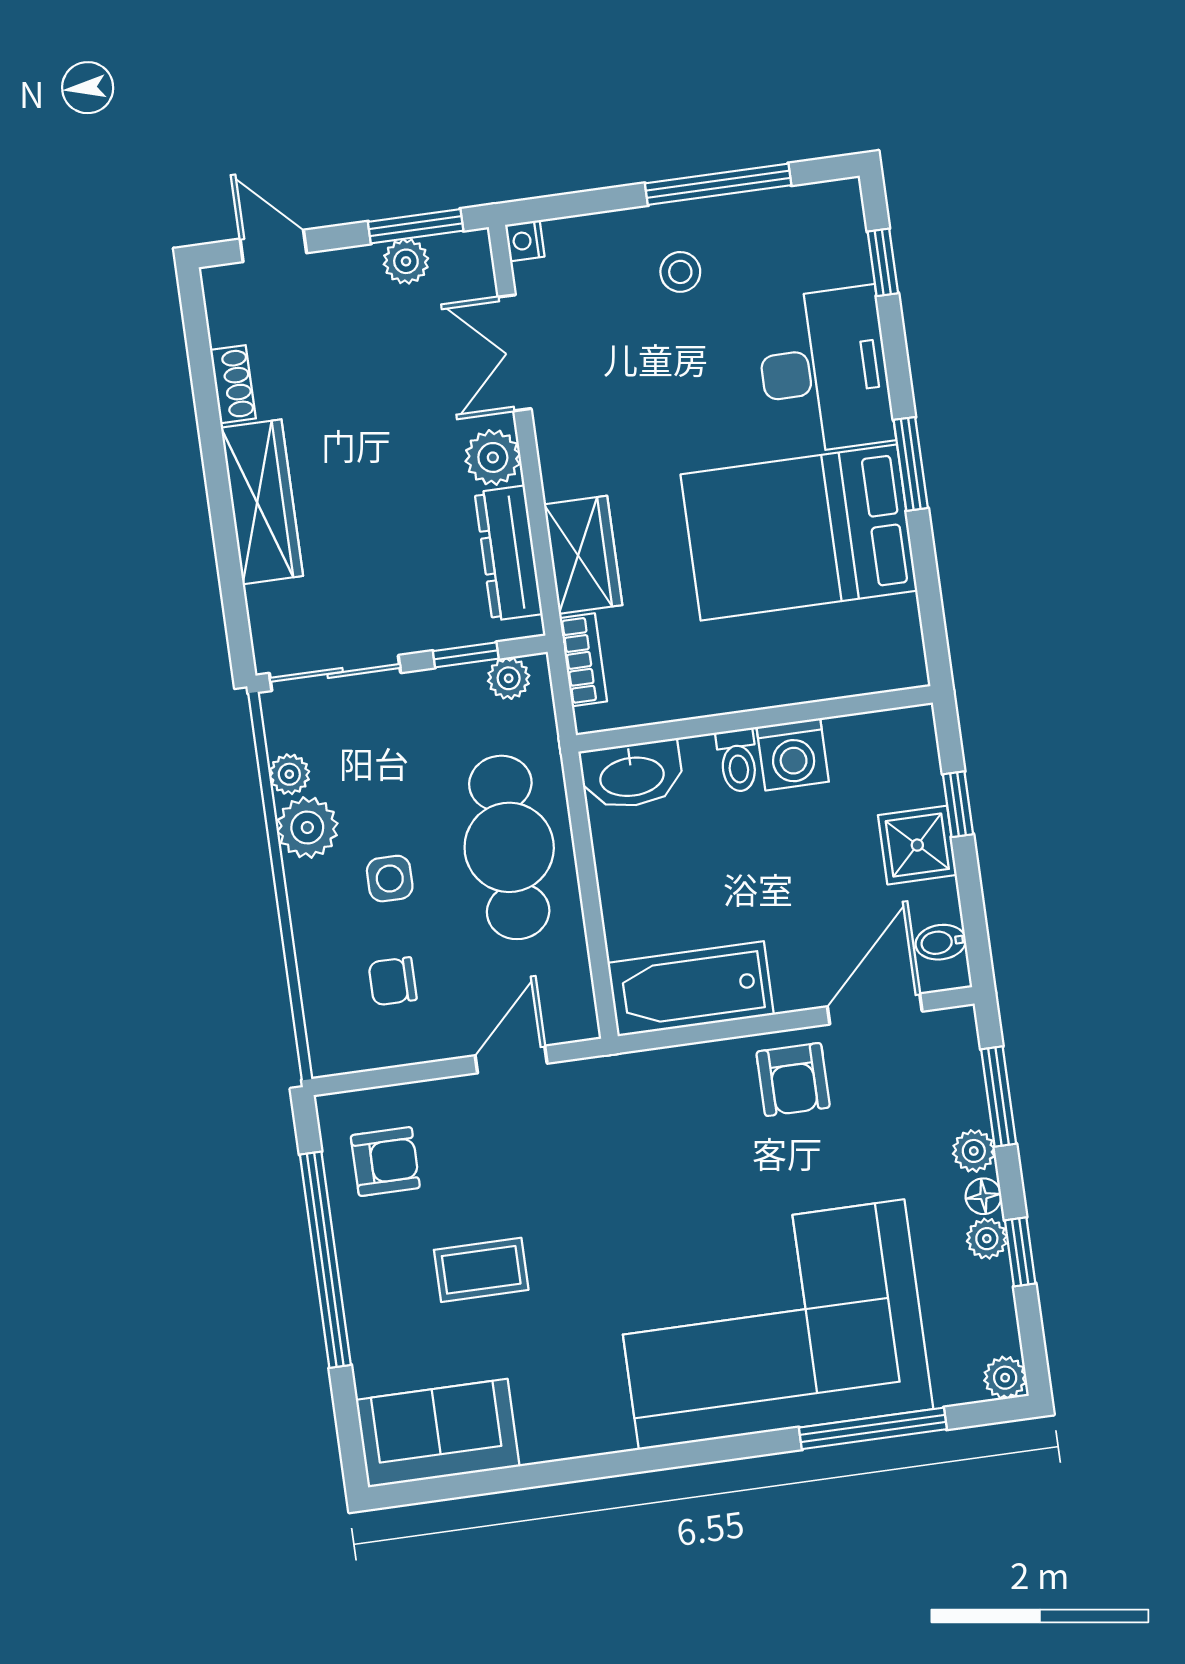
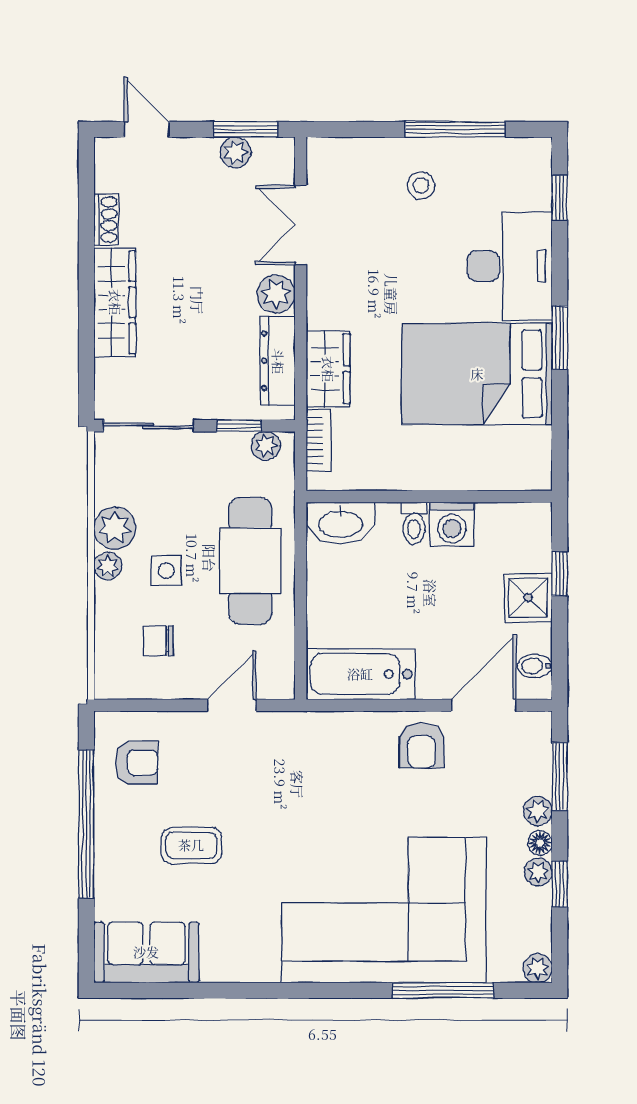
nightstand: (525, 241) -> (318, 150), removed
plant: (289, 774) -> (108, 566), moved

